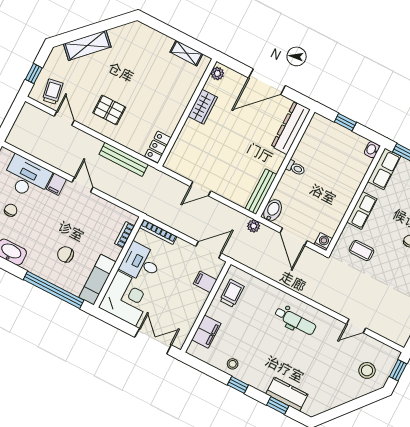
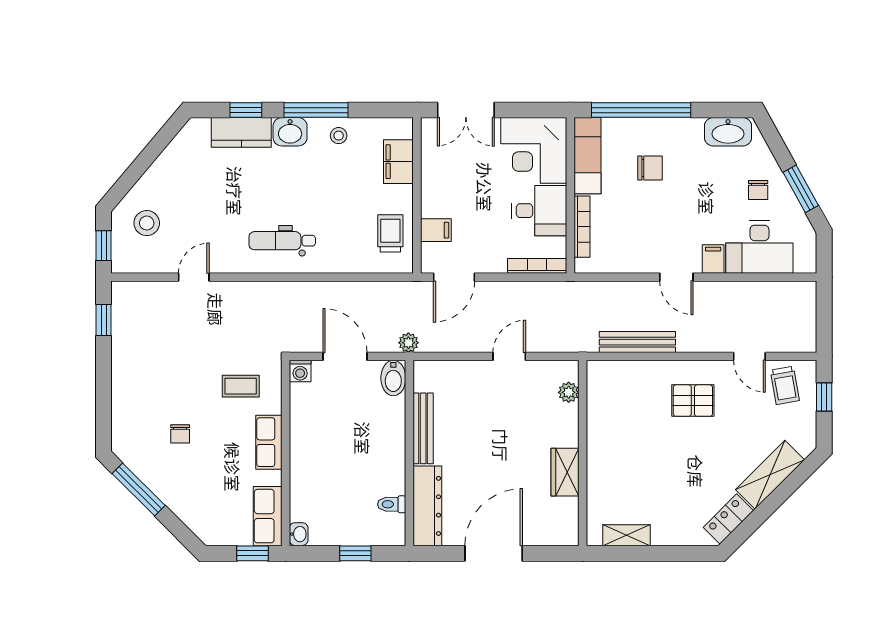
plant: (217, 73) -> (569, 392), moved
locker: (158, 147) -> (728, 519), moved, turned -135
toilet: (296, 168) -> (392, 504), moved
bench: (261, 192) -> (423, 428), moved
bookcase: (125, 235) -> (582, 227), width x1.56
trolley: (232, 293) -> (390, 233), turned 180
washbasin: (259, 380) -> (290, 132), added
window: (238, 385) -> (316, 110), width x2.17

